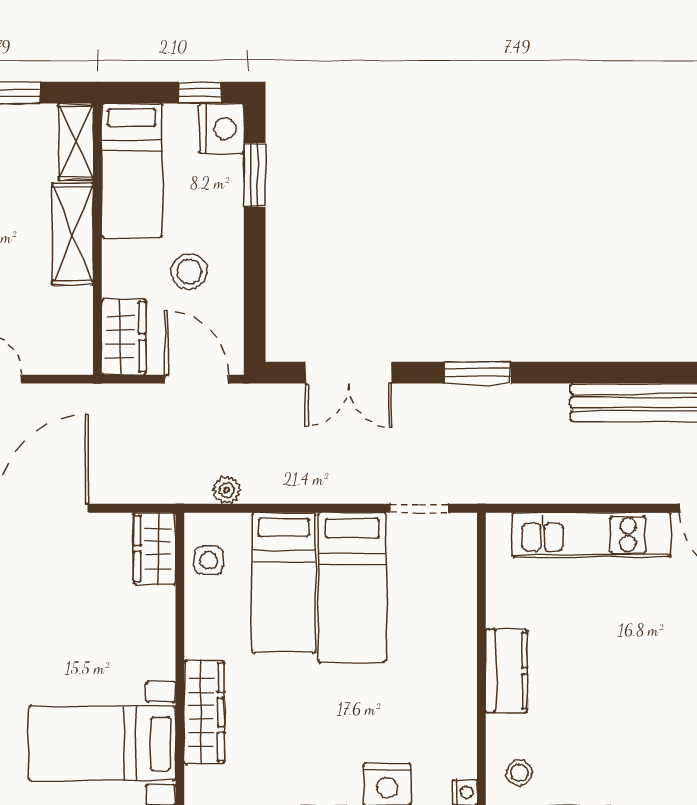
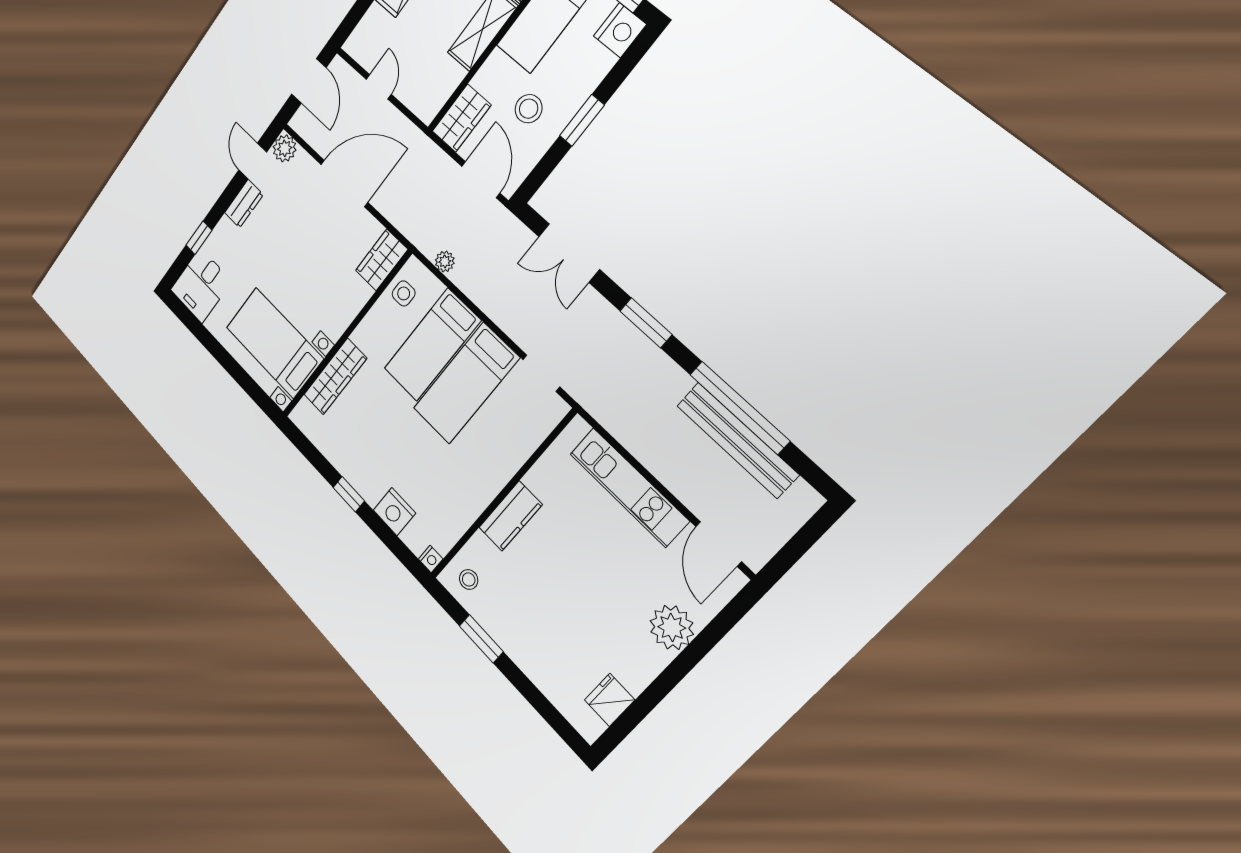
window: (255, 175) -> (582, 120), moved
window: (625, 373) -> (739, 407), added

